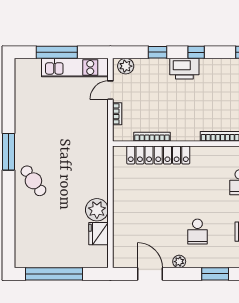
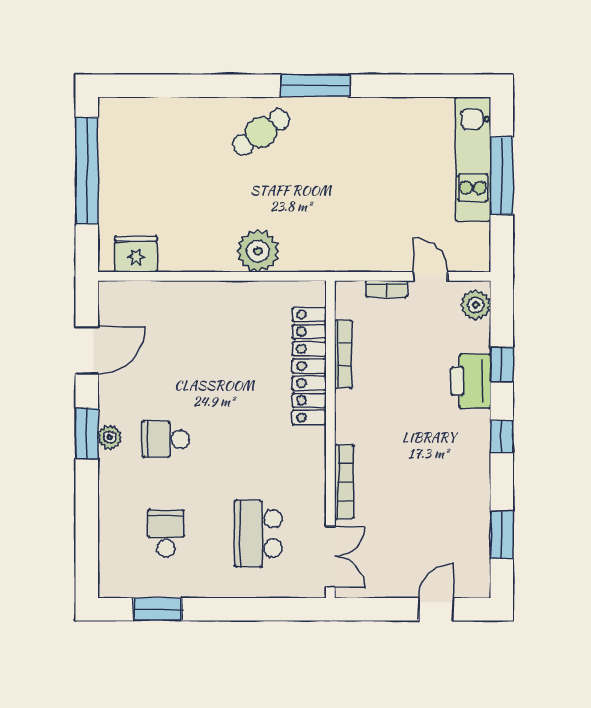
kitchen unit: (75, 68) -> (473, 159), moved
printer: (184, 69) -> (471, 381), moved
plant: (97, 210) -> (258, 251), moved
fridge: (98, 234) -> (136, 254), moved
plant: (179, 262) -> (110, 437), moved
window: (215, 274) -> (87, 433), moved

